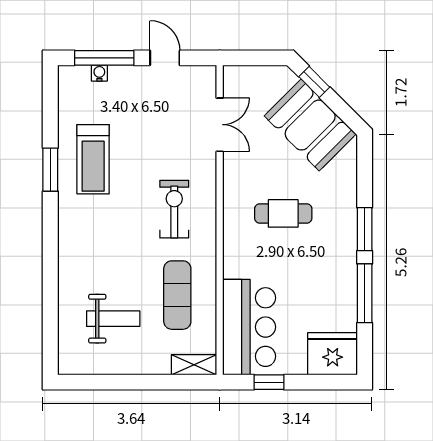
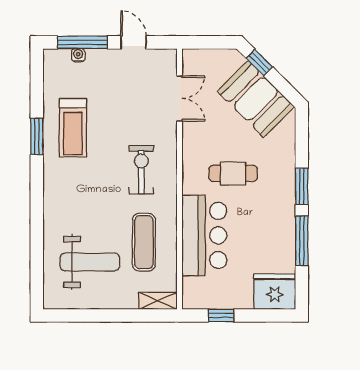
weight bench: (113, 319) -> (90, 262), width x1.36, depth x1.33
bar counter: (249, 327) -> (204, 235), moved

